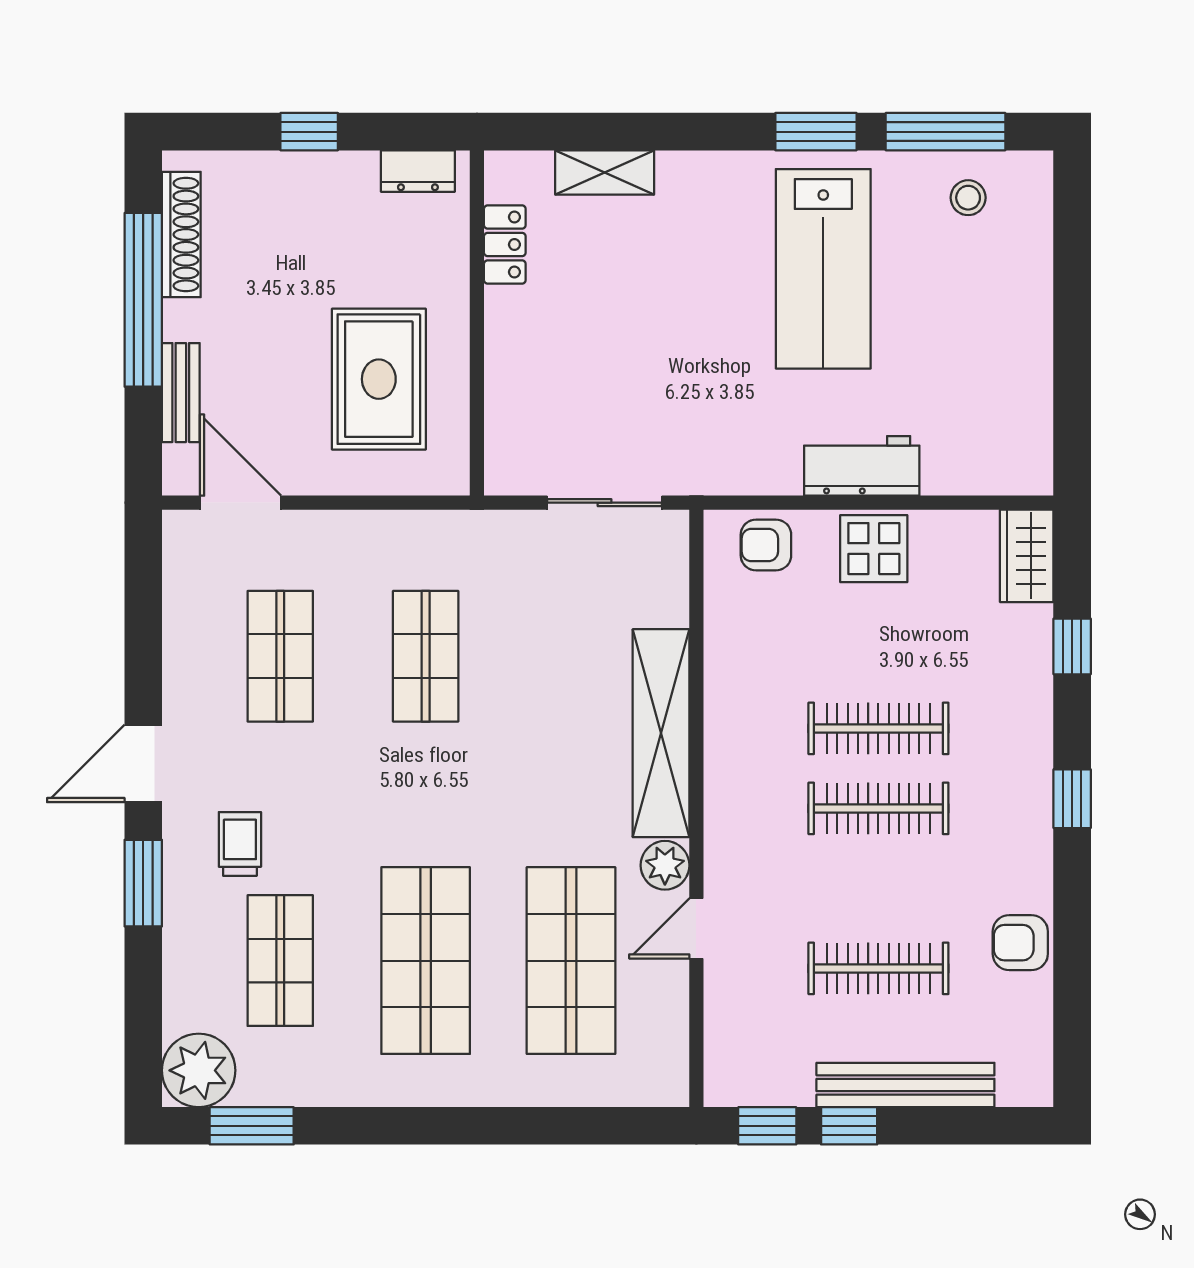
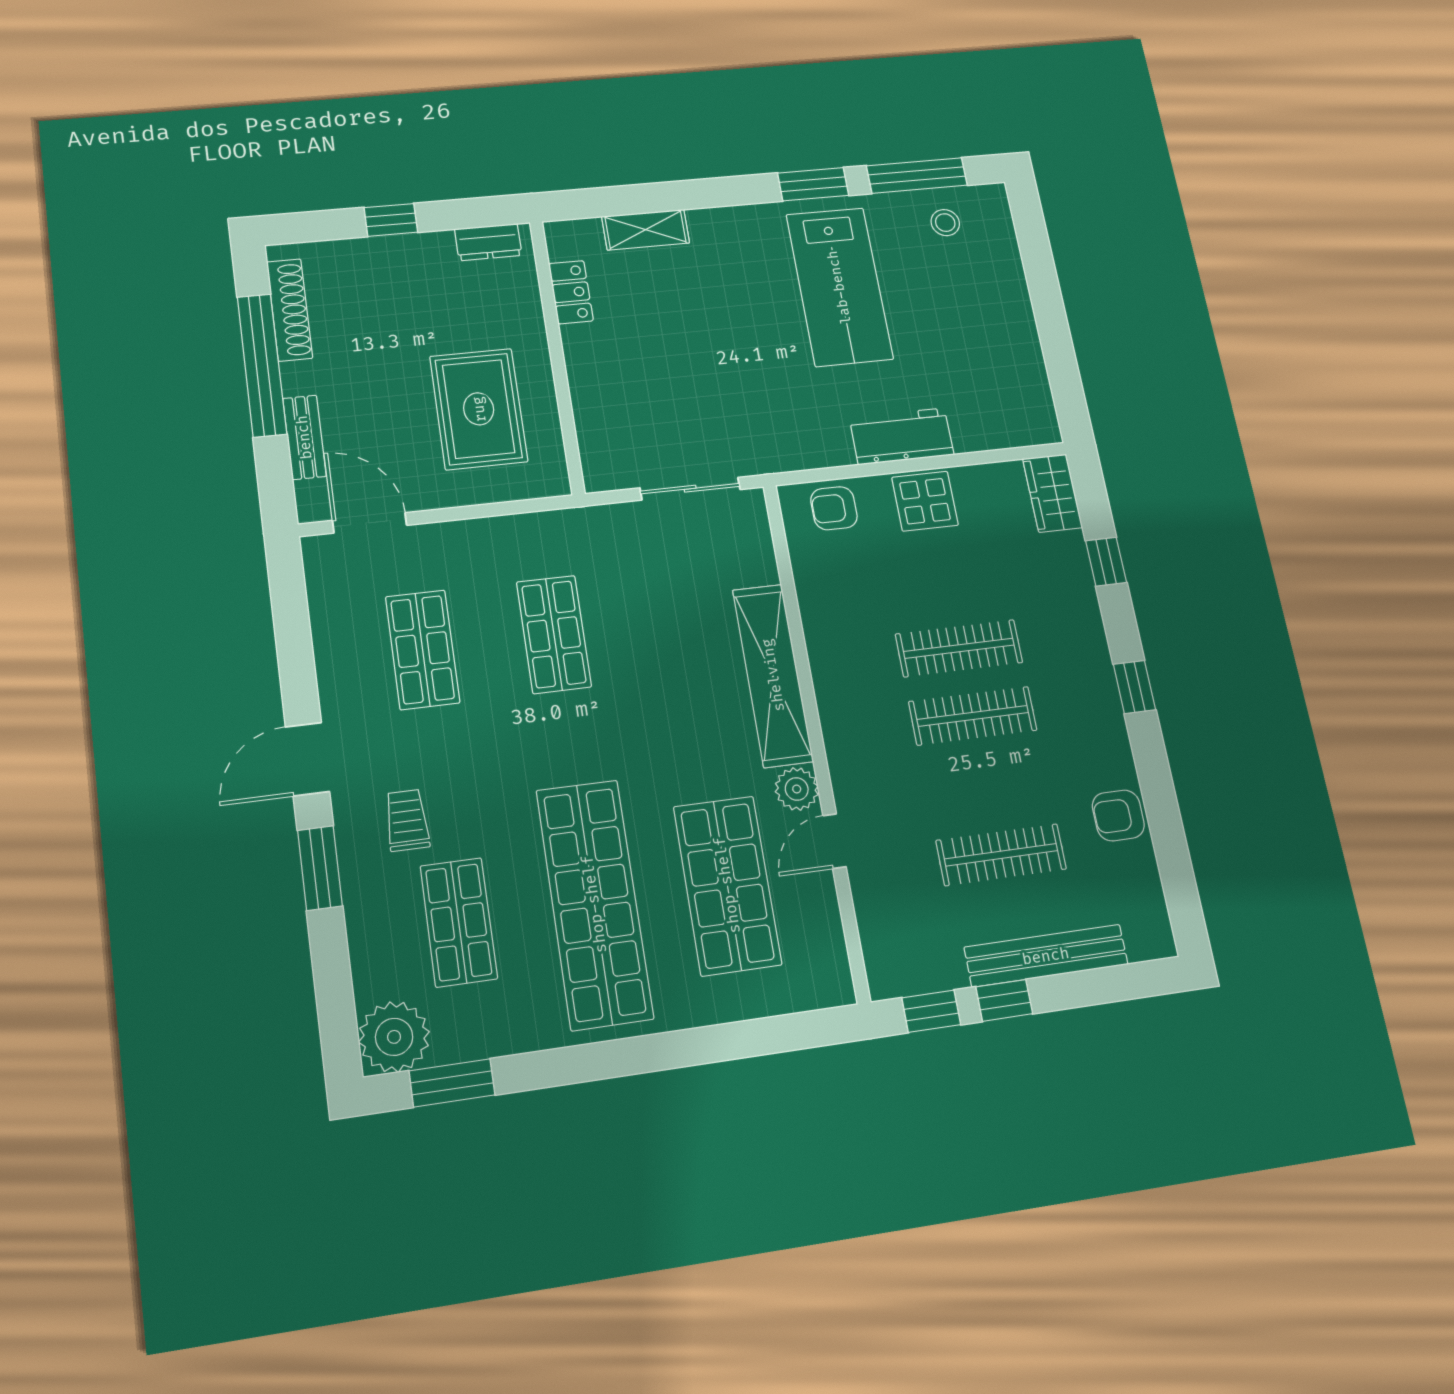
shop shelf: (426, 961) -> (594, 904), width x1.40

